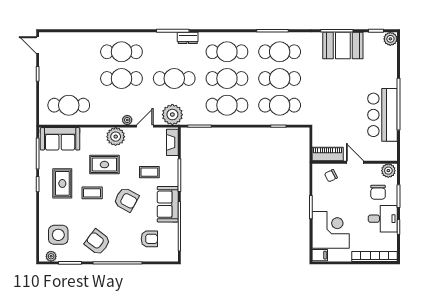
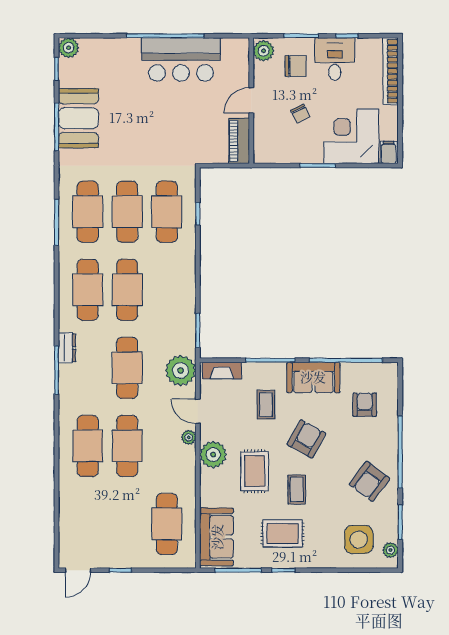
cafe table: (227, 105) -> (167, 290), removed
chair: (331, 176) -> (300, 114), moved

